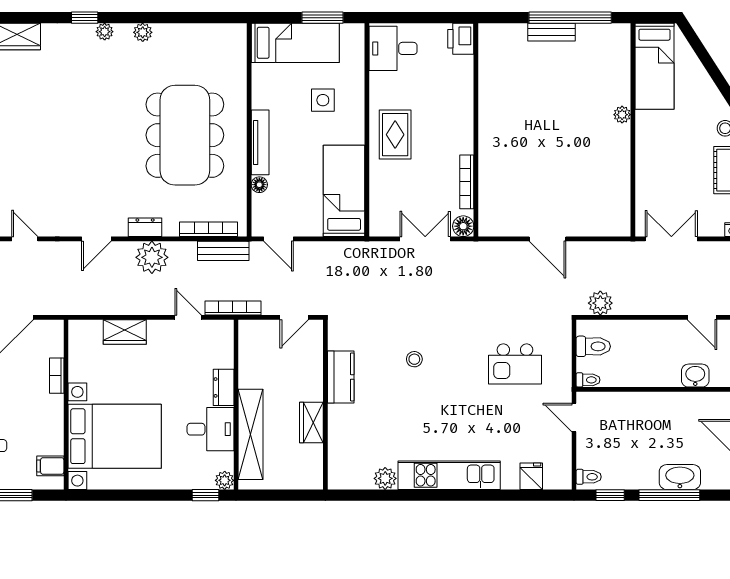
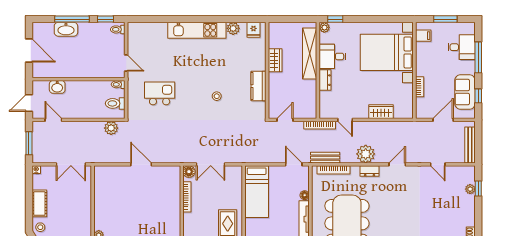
fridge: (531, 476) -> (253, 30), moved

